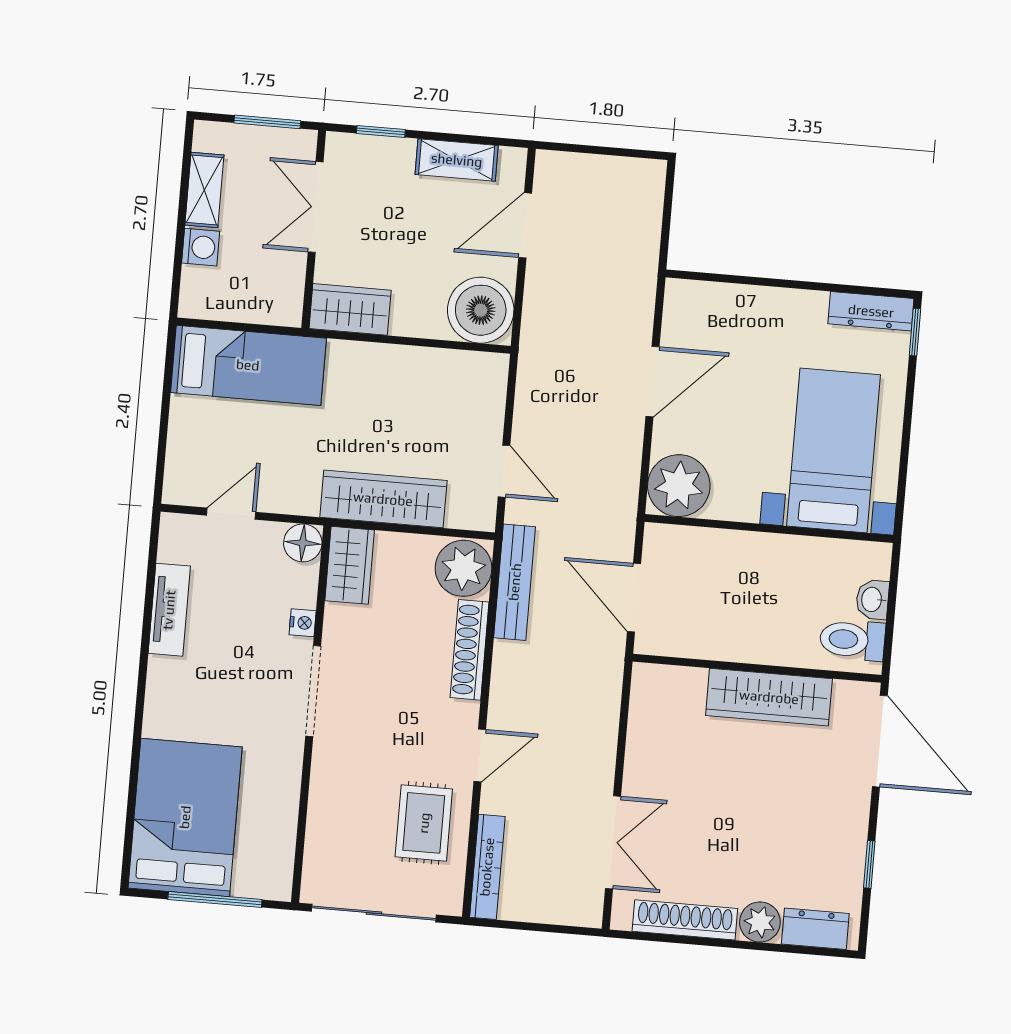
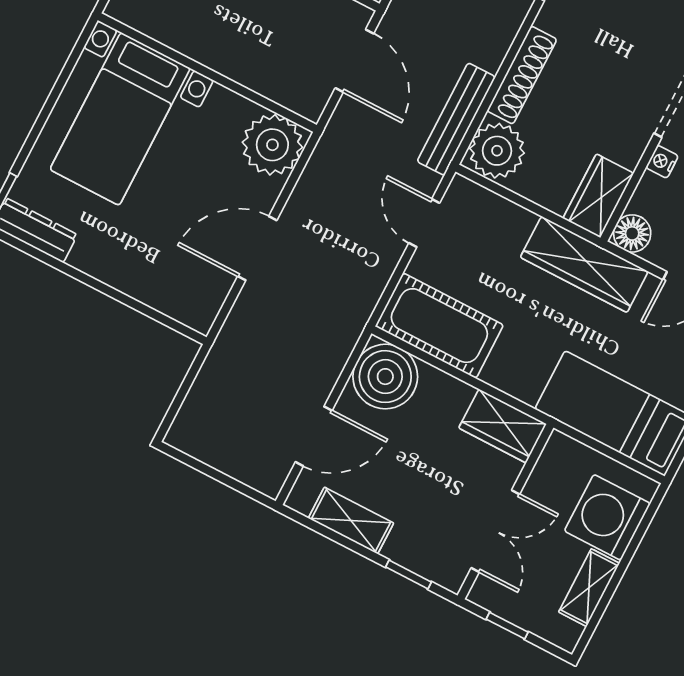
window: (267, 122) -> (507, 626), width x0.67
washing machine: (201, 247) -> (607, 517), width x1.89, depth x1.89
cot: (449, 380) -> (439, 326), added
wardrobe: (383, 499) -> (584, 264), moved

